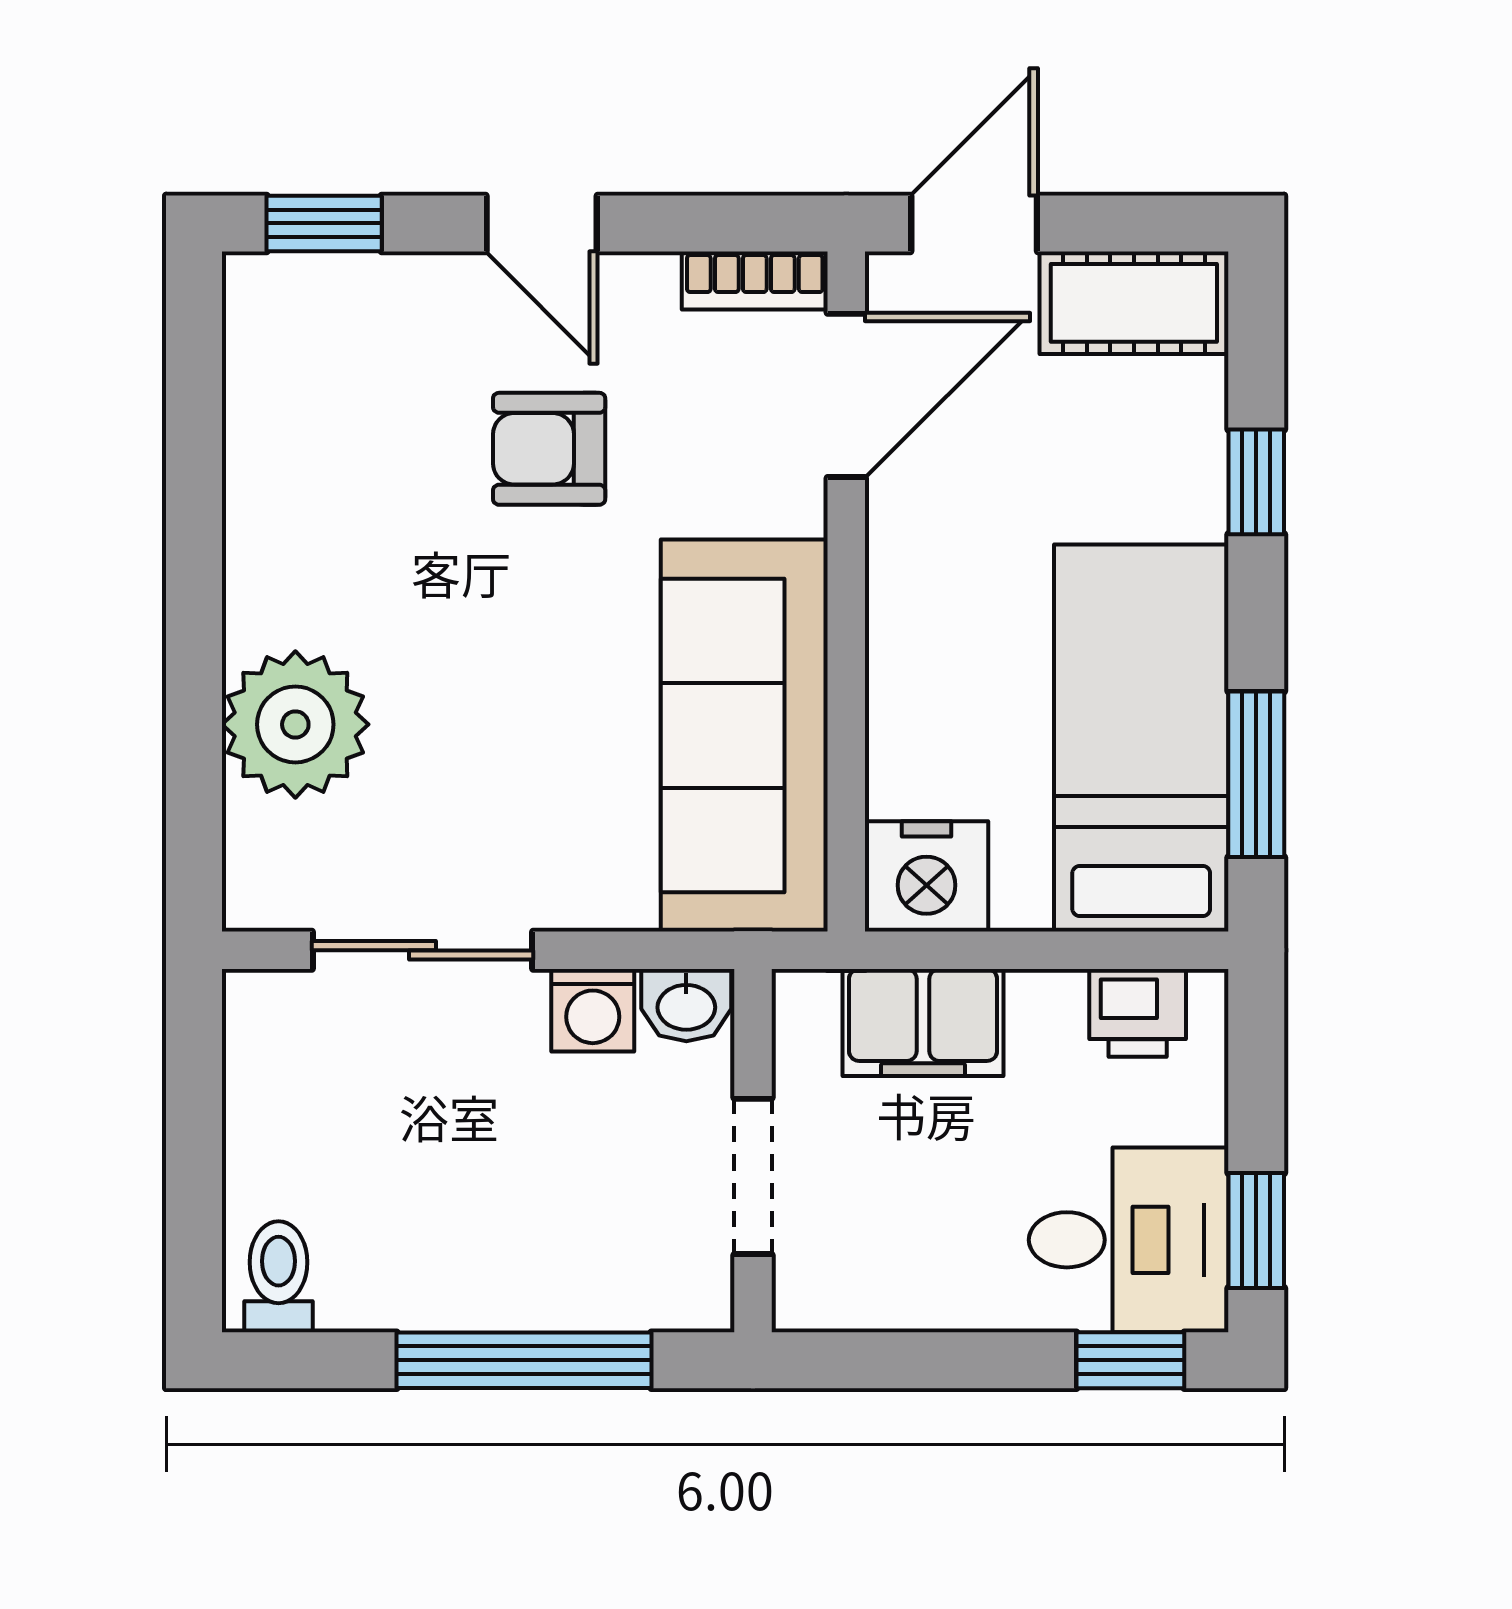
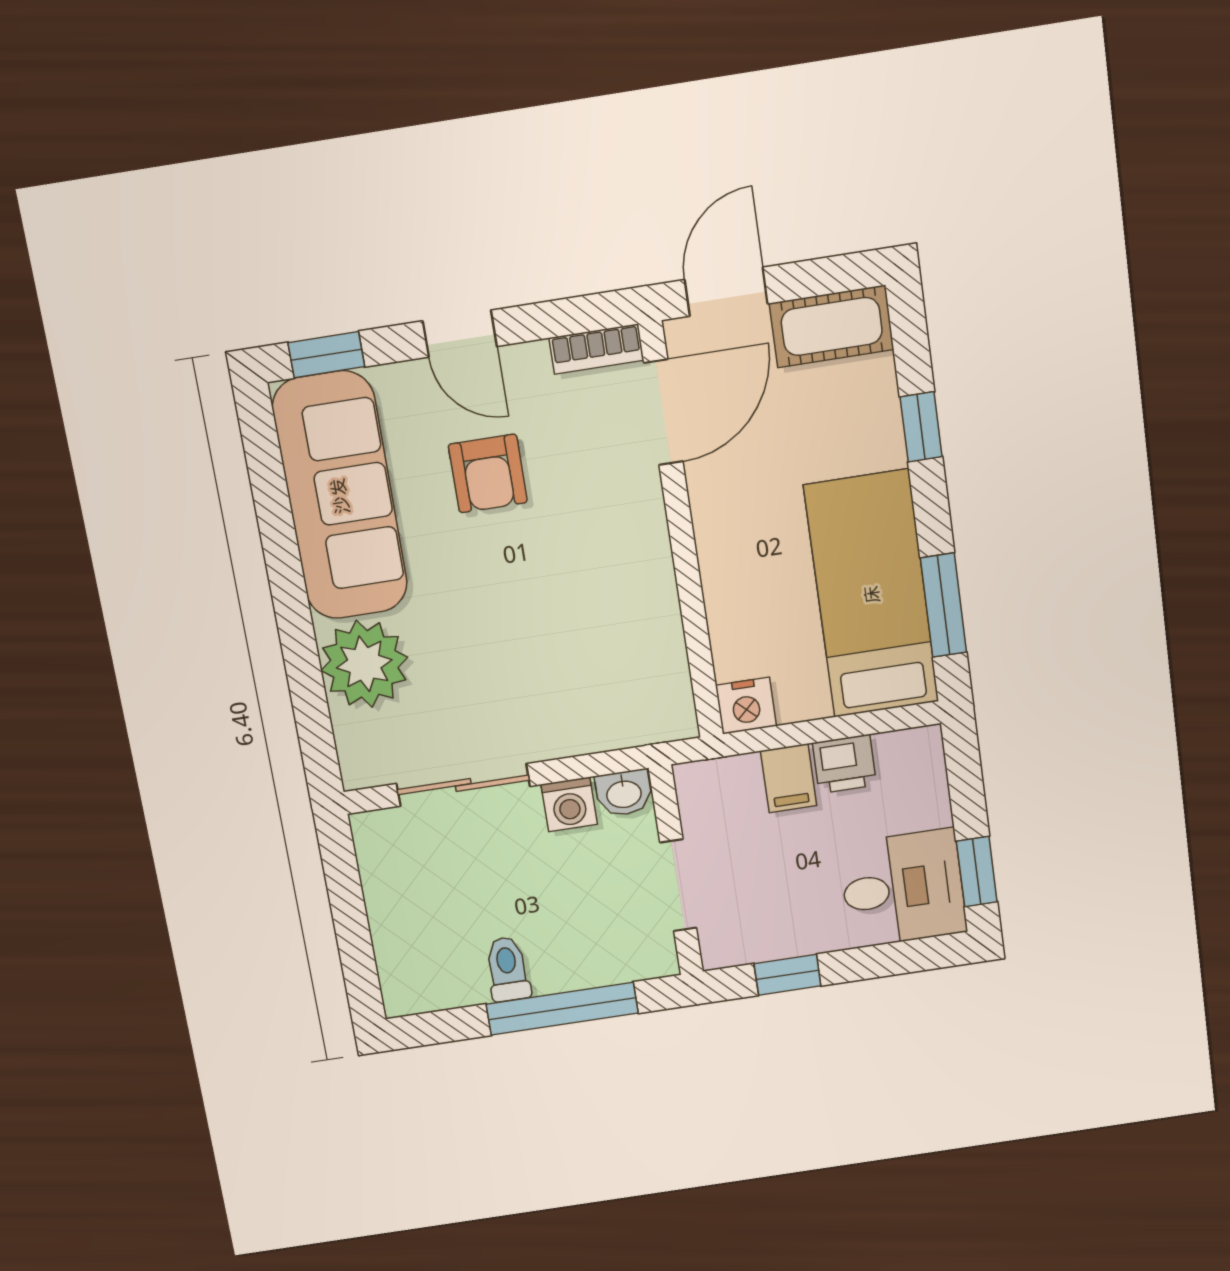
armchair: (549, 449) -> (488, 474), turned -90
sofa: (744, 735) -> (340, 496), moved, turned 180
nightstand: (926, 876) -> (746, 706), width x0.74, depth x0.75
printer: (1138, 1013) -> (844, 764), moved
filing cabinet: (923, 1022) -> (788, 778), width x0.50
toilet: (279, 1277) -> (508, 969), moved
window: (1130, 1360) -> (787, 975), moved

